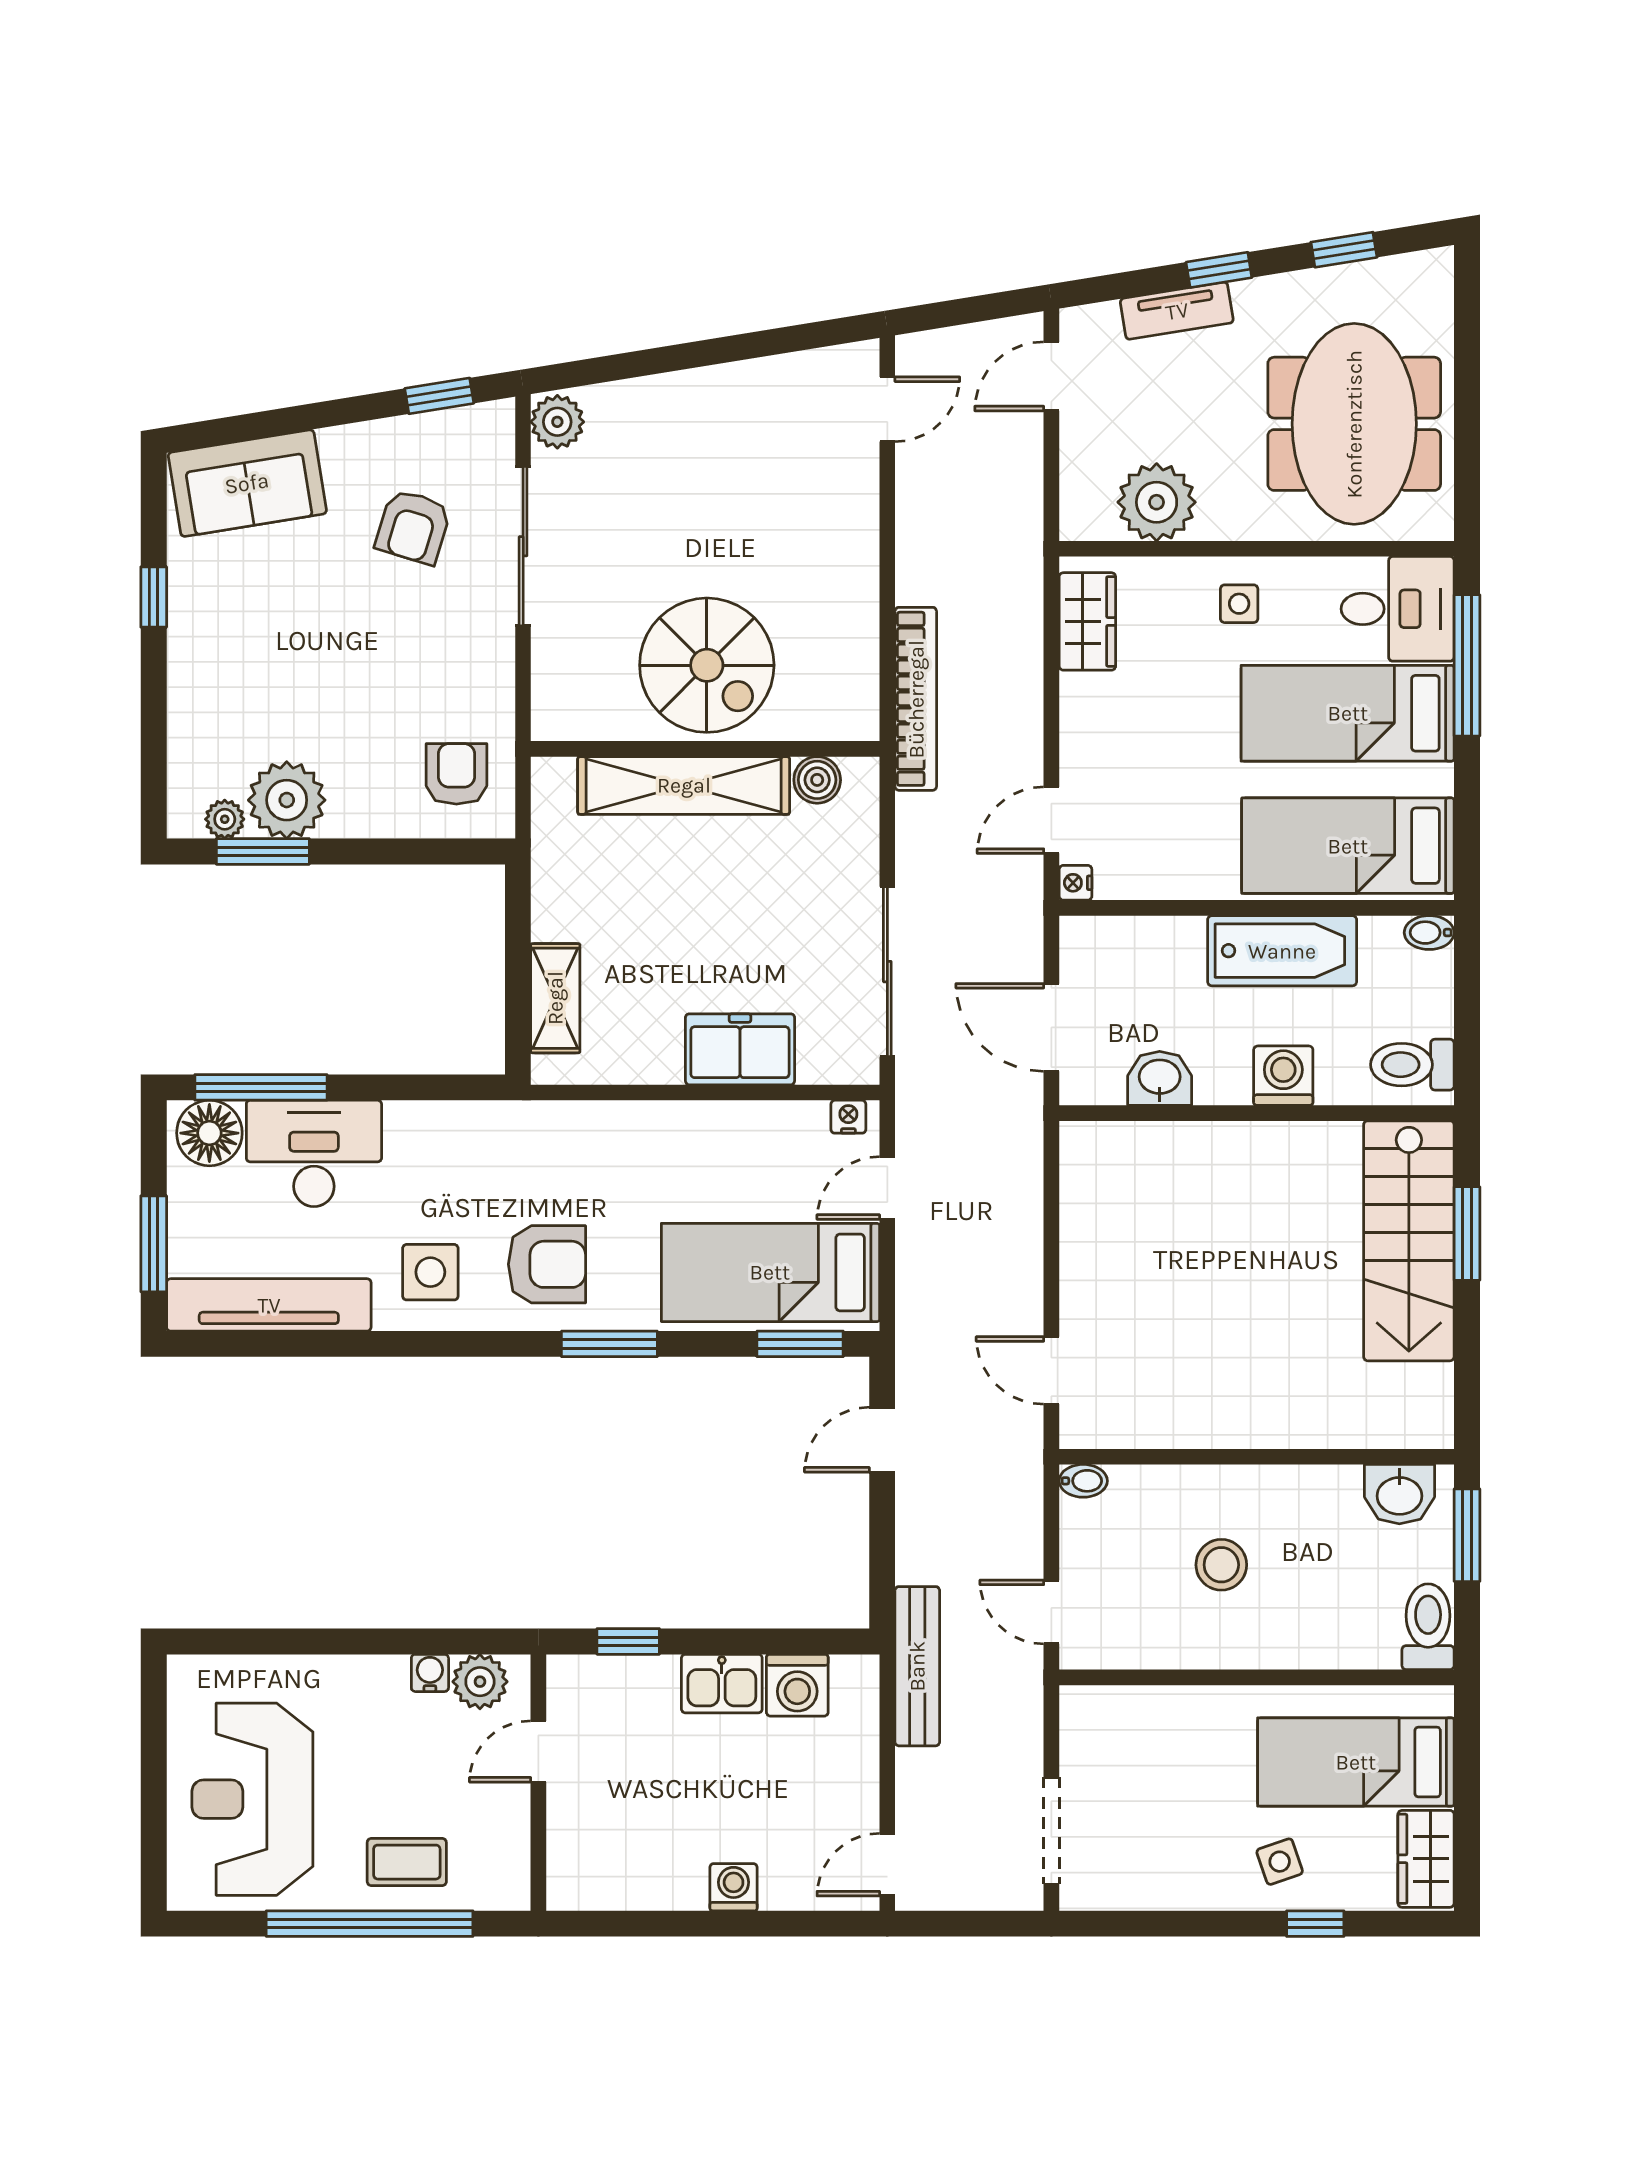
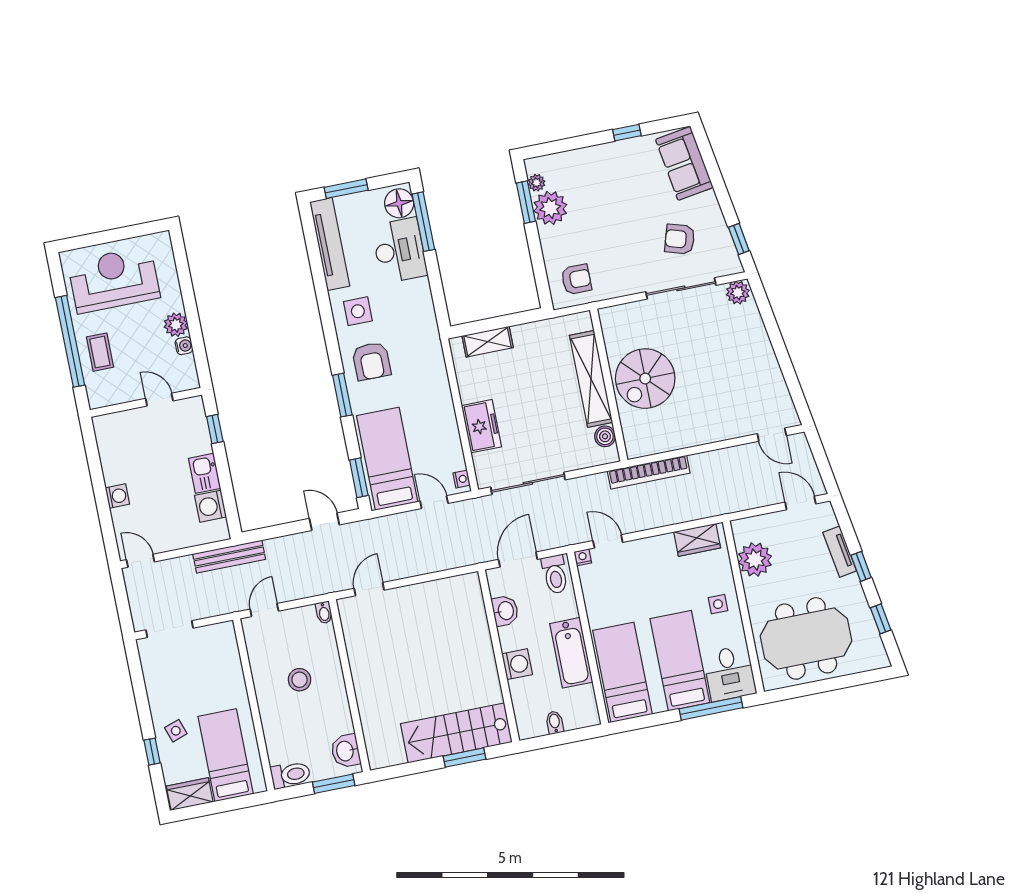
bidet: (1429, 933) -> (555, 722), moved
toilet: (1412, 1065) -> (555, 574), moved, turned 180
plant: (480, 1682) -> (176, 325), moved

